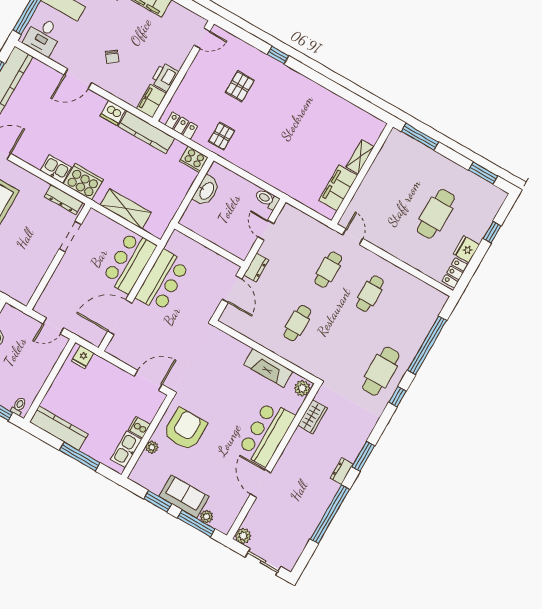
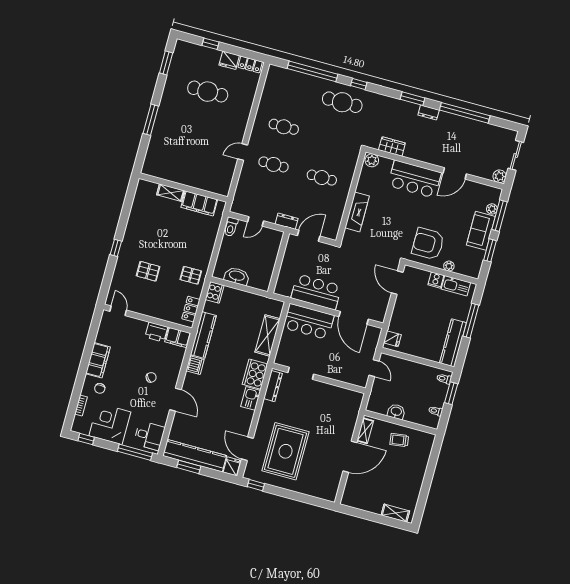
shelving: (360, 157) -> (171, 193), moved
wall: (362, 174) -> (183, 188), moved
filing cabinet: (338, 188) -> (199, 203), moved
fireplace: (268, 368) -> (357, 212), moved

